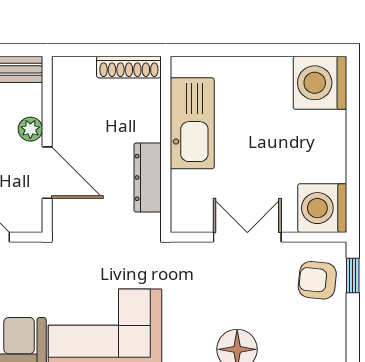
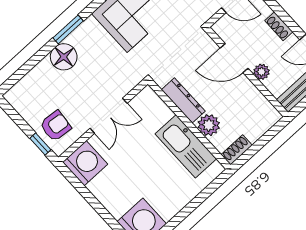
shoe rack: (129, 67) -> (237, 150), width x0.70
plant: (144, 124) -> (209, 125), added

